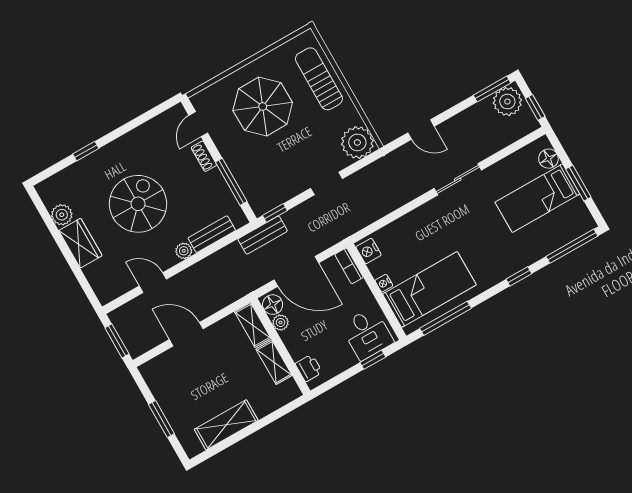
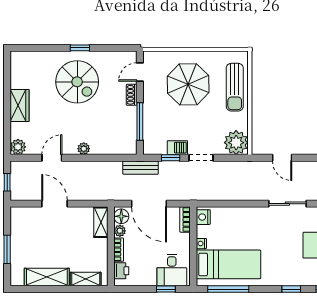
sun lounger: (319, 79) -> (235, 87), turned 180
window: (86, 151) -> (80, 48), moved
barbecue: (292, 187) -> (177, 148), added
spiral stairs: (138, 204) -> (77, 82), moved, turned 90
window: (275, 213) -> (171, 158), moved
plant: (62, 215) -> (18, 147), moved
bench: (212, 234) -> (108, 148), removed
door: (153, 283) -> (52, 158), hinge flipped
window: (117, 341) -> (7, 182), width x0.67
bookcase: (292, 345) -> (119, 250), added
shelving: (274, 362) -> (86, 279), moved, turned 90

